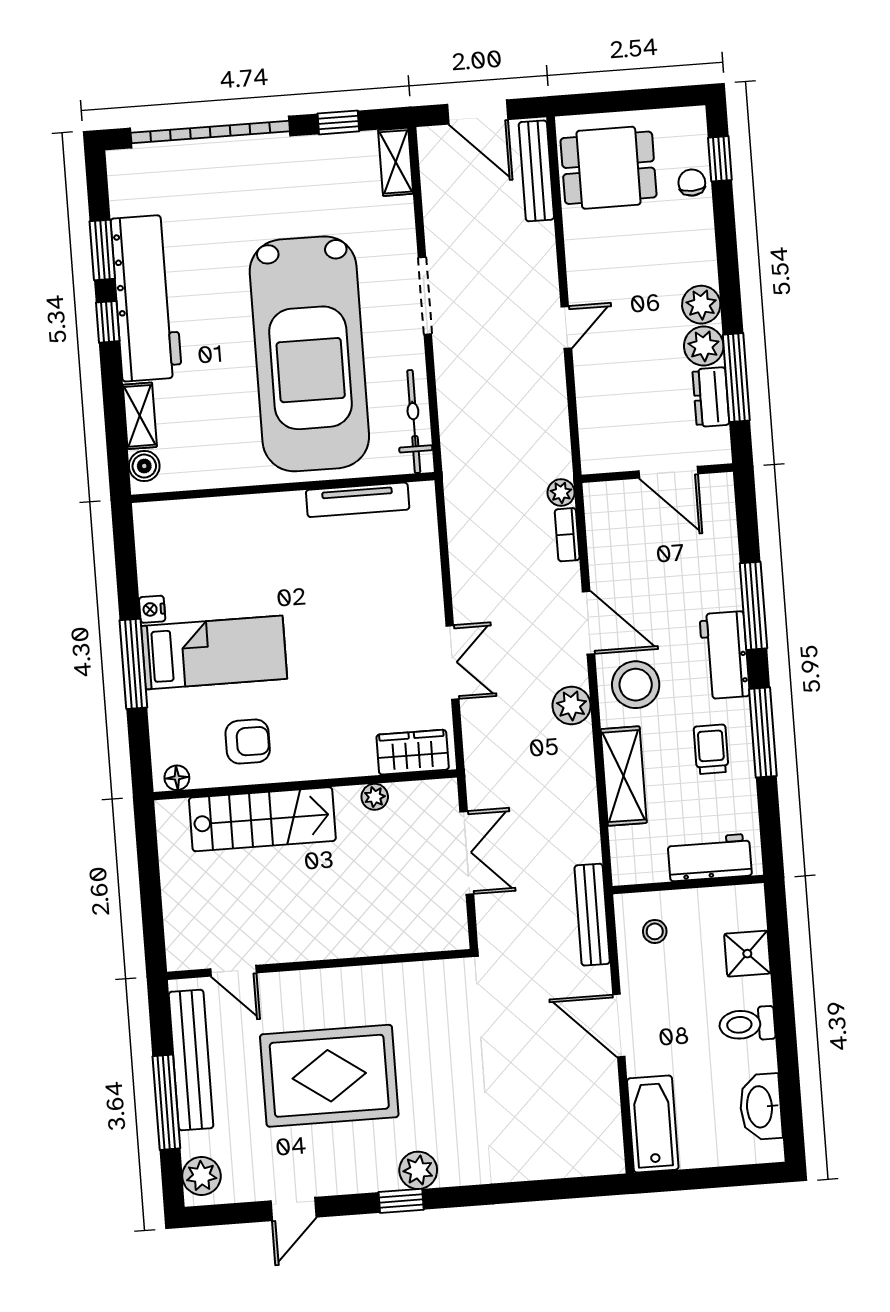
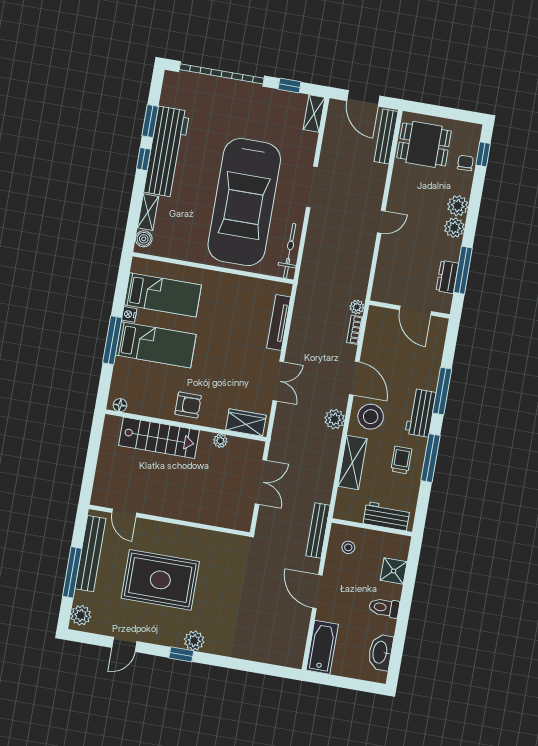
plant: (704, 346) -> (458, 206), moved
tv unit: (358, 500) -> (279, 323), moved, turned 90
bed: (204, 559) -> (163, 295), added
armchair: (248, 742) -> (188, 405), moved

